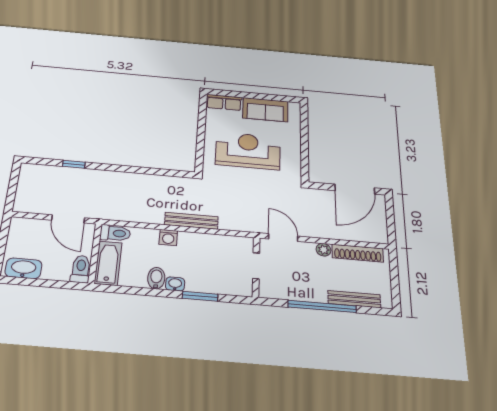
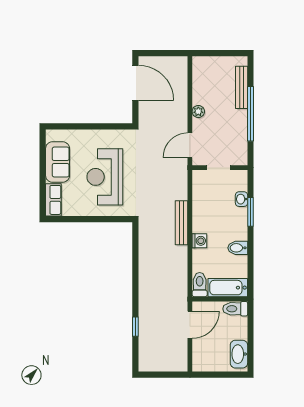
shoe rack: (358, 253) -> (199, 83), removed
washbasin: (175, 284) -> (241, 199), moved

